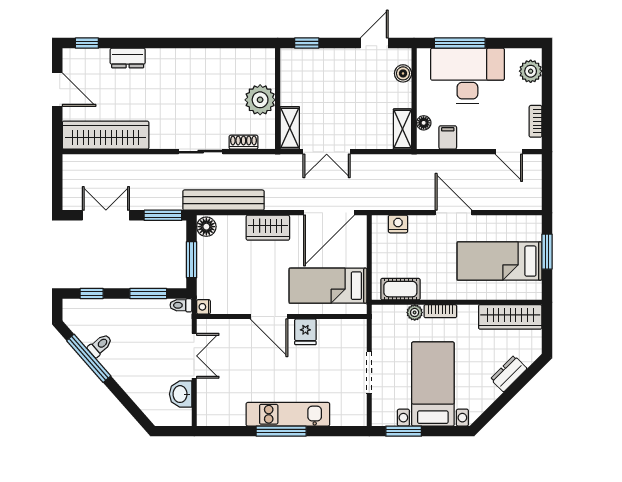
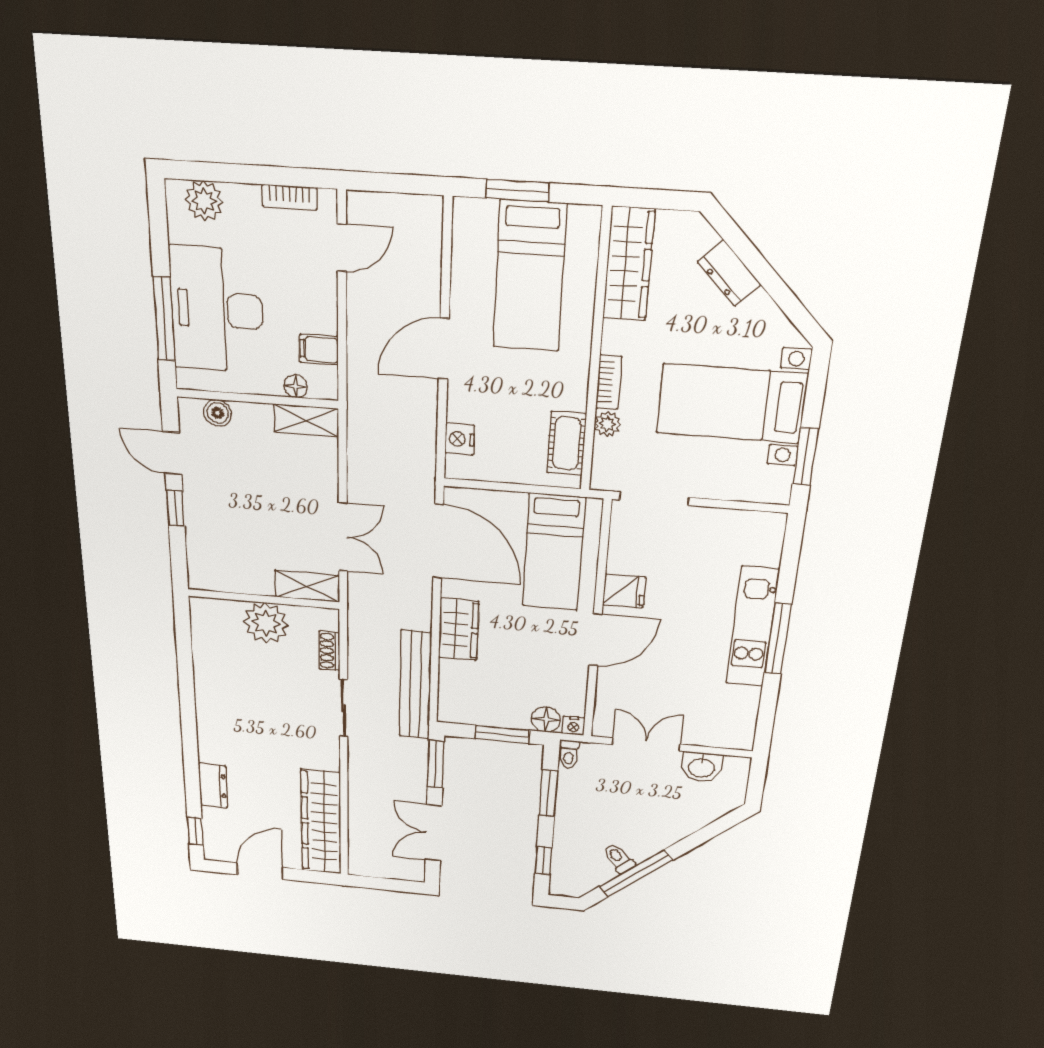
window: (307, 43) -> (176, 508), moved
floor lamp: (206, 227) -> (546, 719), moved
doorway: (369, 373) -> (654, 499), moved

